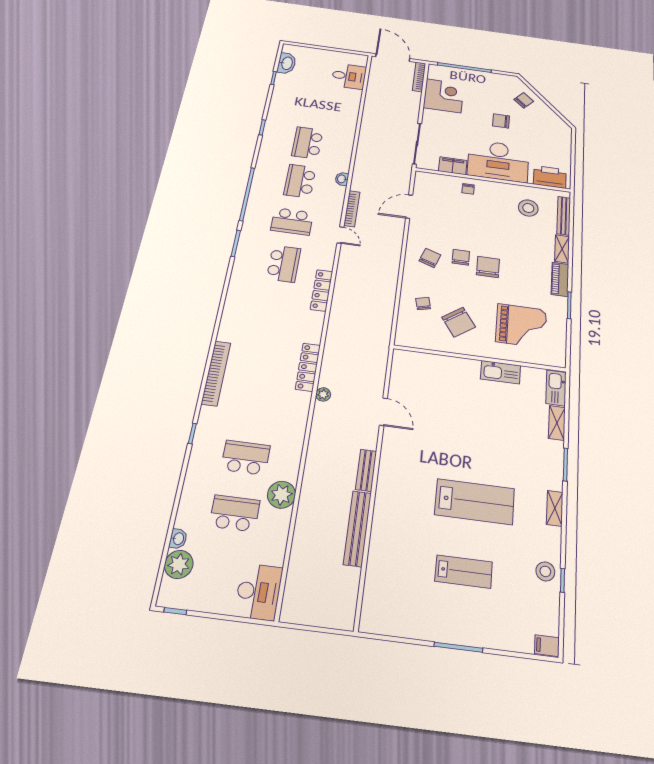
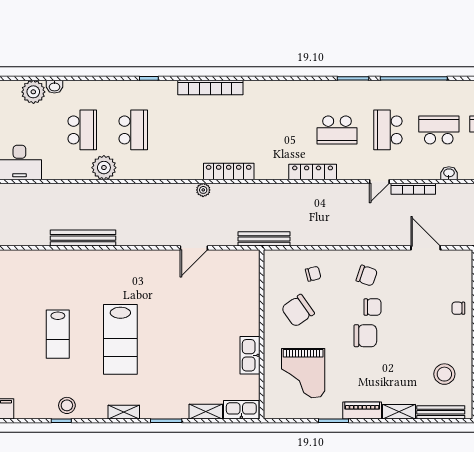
bench: (366, 470) -> (264, 239), moved, width x1.36

